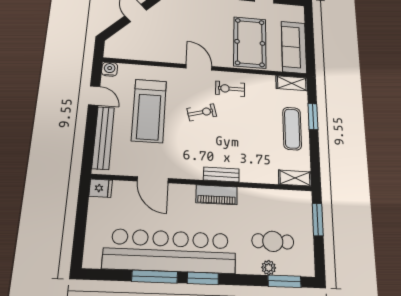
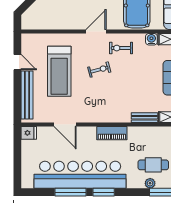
door: (199, 67) -> (96, 32), hinge flipped
water cooler: (110, 69) -> (151, 39), moved
bench: (221, 175) -> (144, 118), moved

